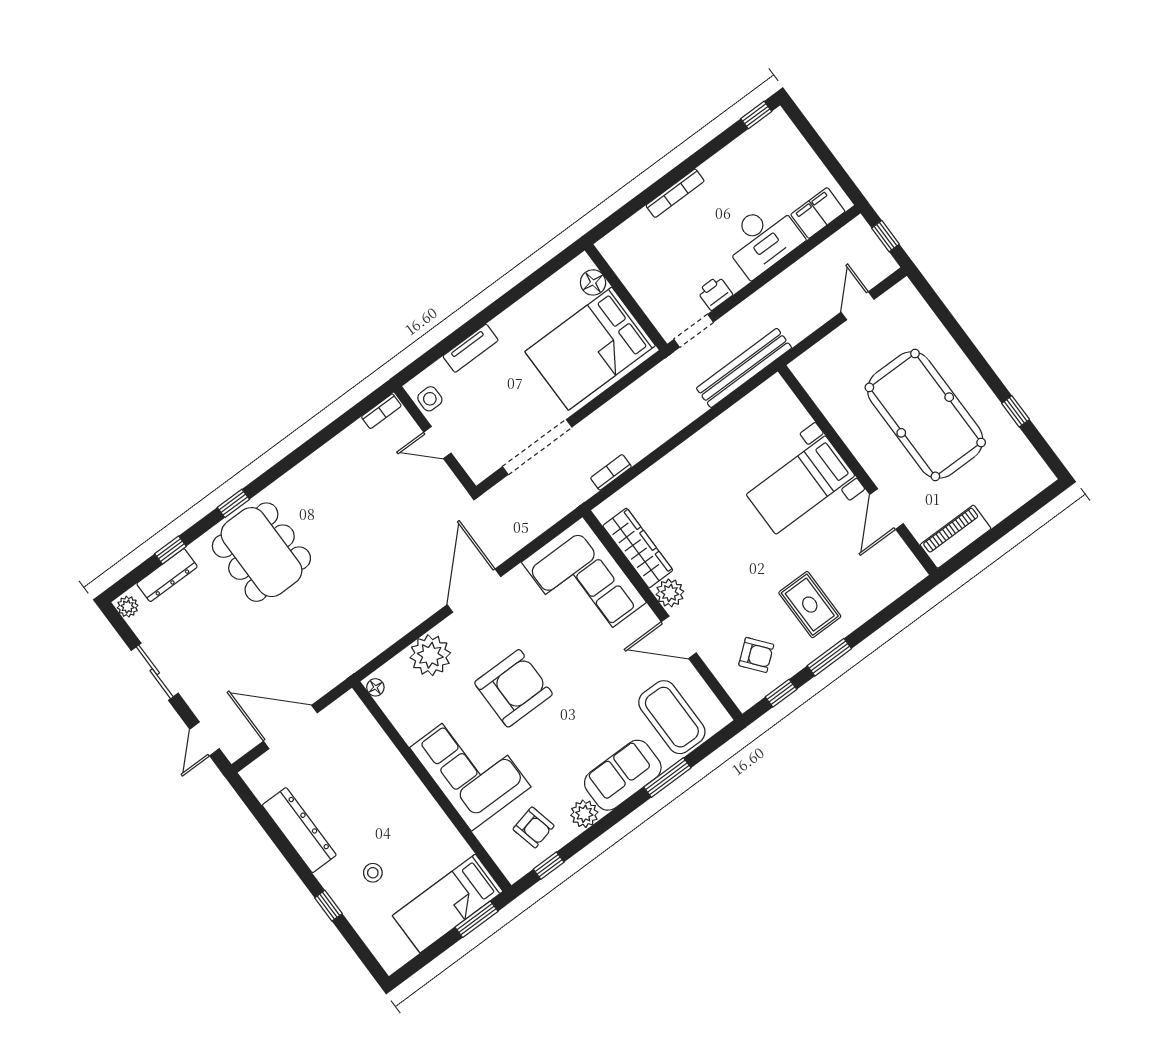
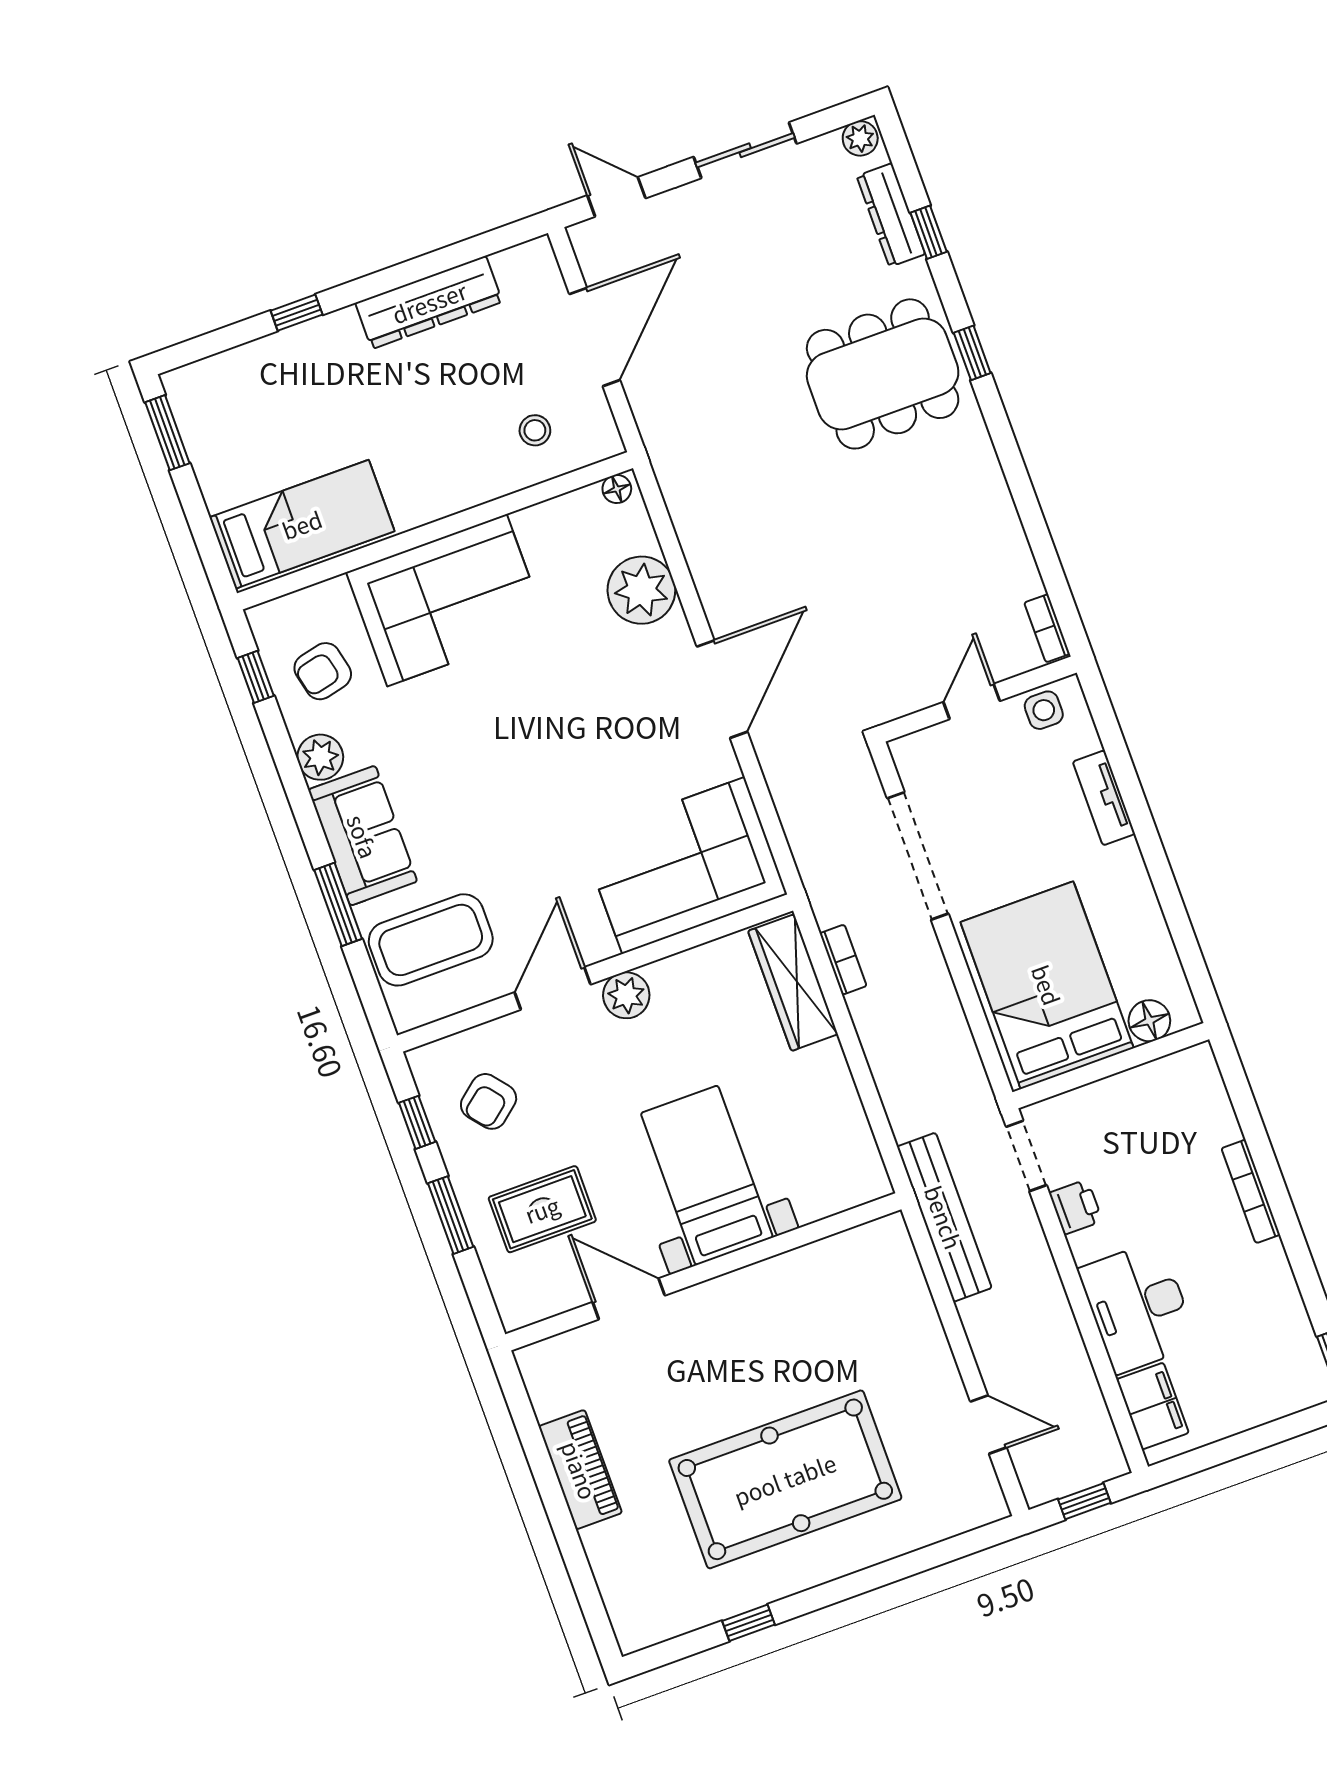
wall: (858, 470) -> (703, 1272), moved
bed with nightstands: (801, 485) -> (707, 1175), moved
door: (887, 509) -> (629, 1299), moved
wardrobe: (638, 548) -> (793, 983), moved, turned 90
door: (474, 591) -> (722, 689), hinge flipped
armchair: (513, 688) -> (550, 705), removed
stool: (373, 873) -> (535, 430), moved
bed: (448, 904) -> (302, 524), moved, turned 90
window: (476, 919) -> (167, 433), moved

